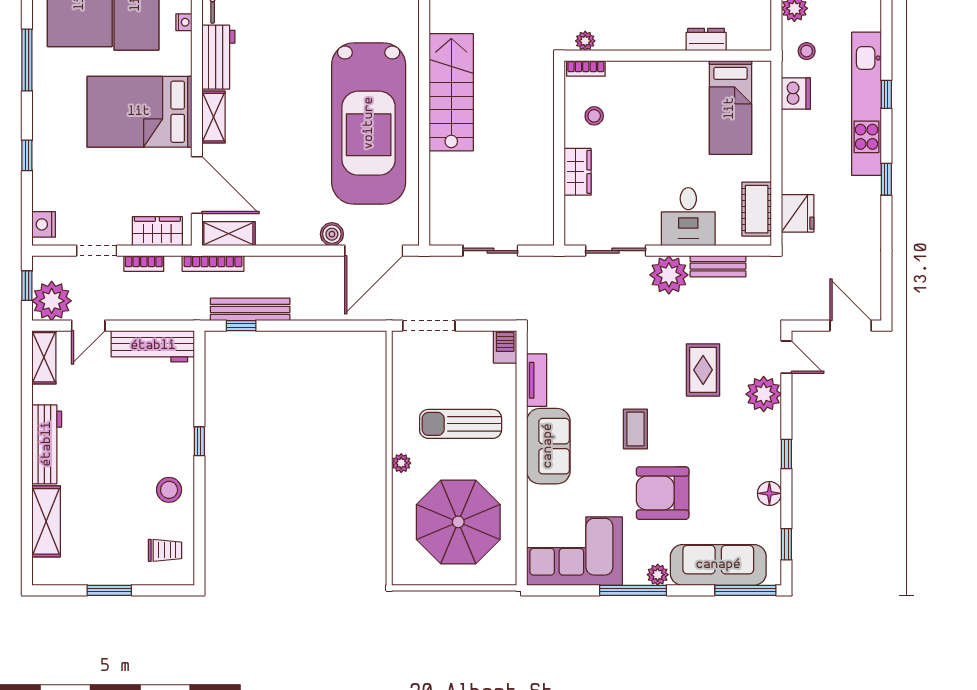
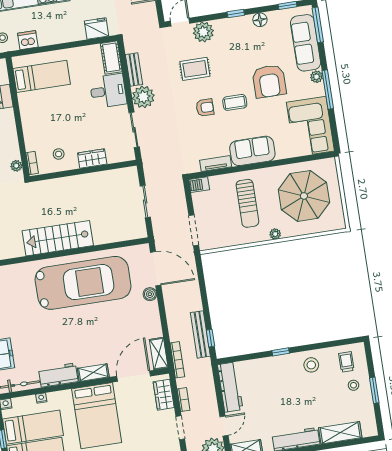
cot: (757, 209) -> (111, 58), moved, turned 90
door: (88, 326) -> (224, 426), hinge flipped
armchair: (635, 377) -> (205, 108), added
stool: (123, 556) -> (353, 385), added

